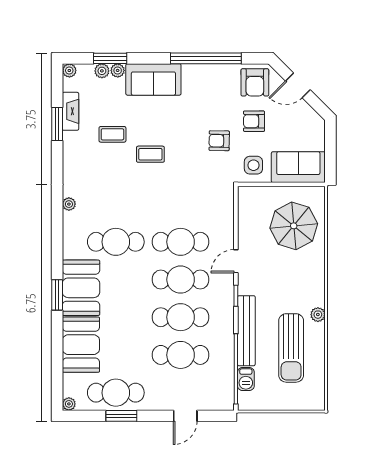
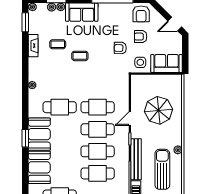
door: (298, 85) -> (175, 24), moved
fireplace: (70, 111) -> (33, 46), moved
window: (57, 124) -> (25, 22), moved
parasol: (294, 226) -> (159, 110), moved
sun lounger: (291, 348) -> (162, 169), turned 180

